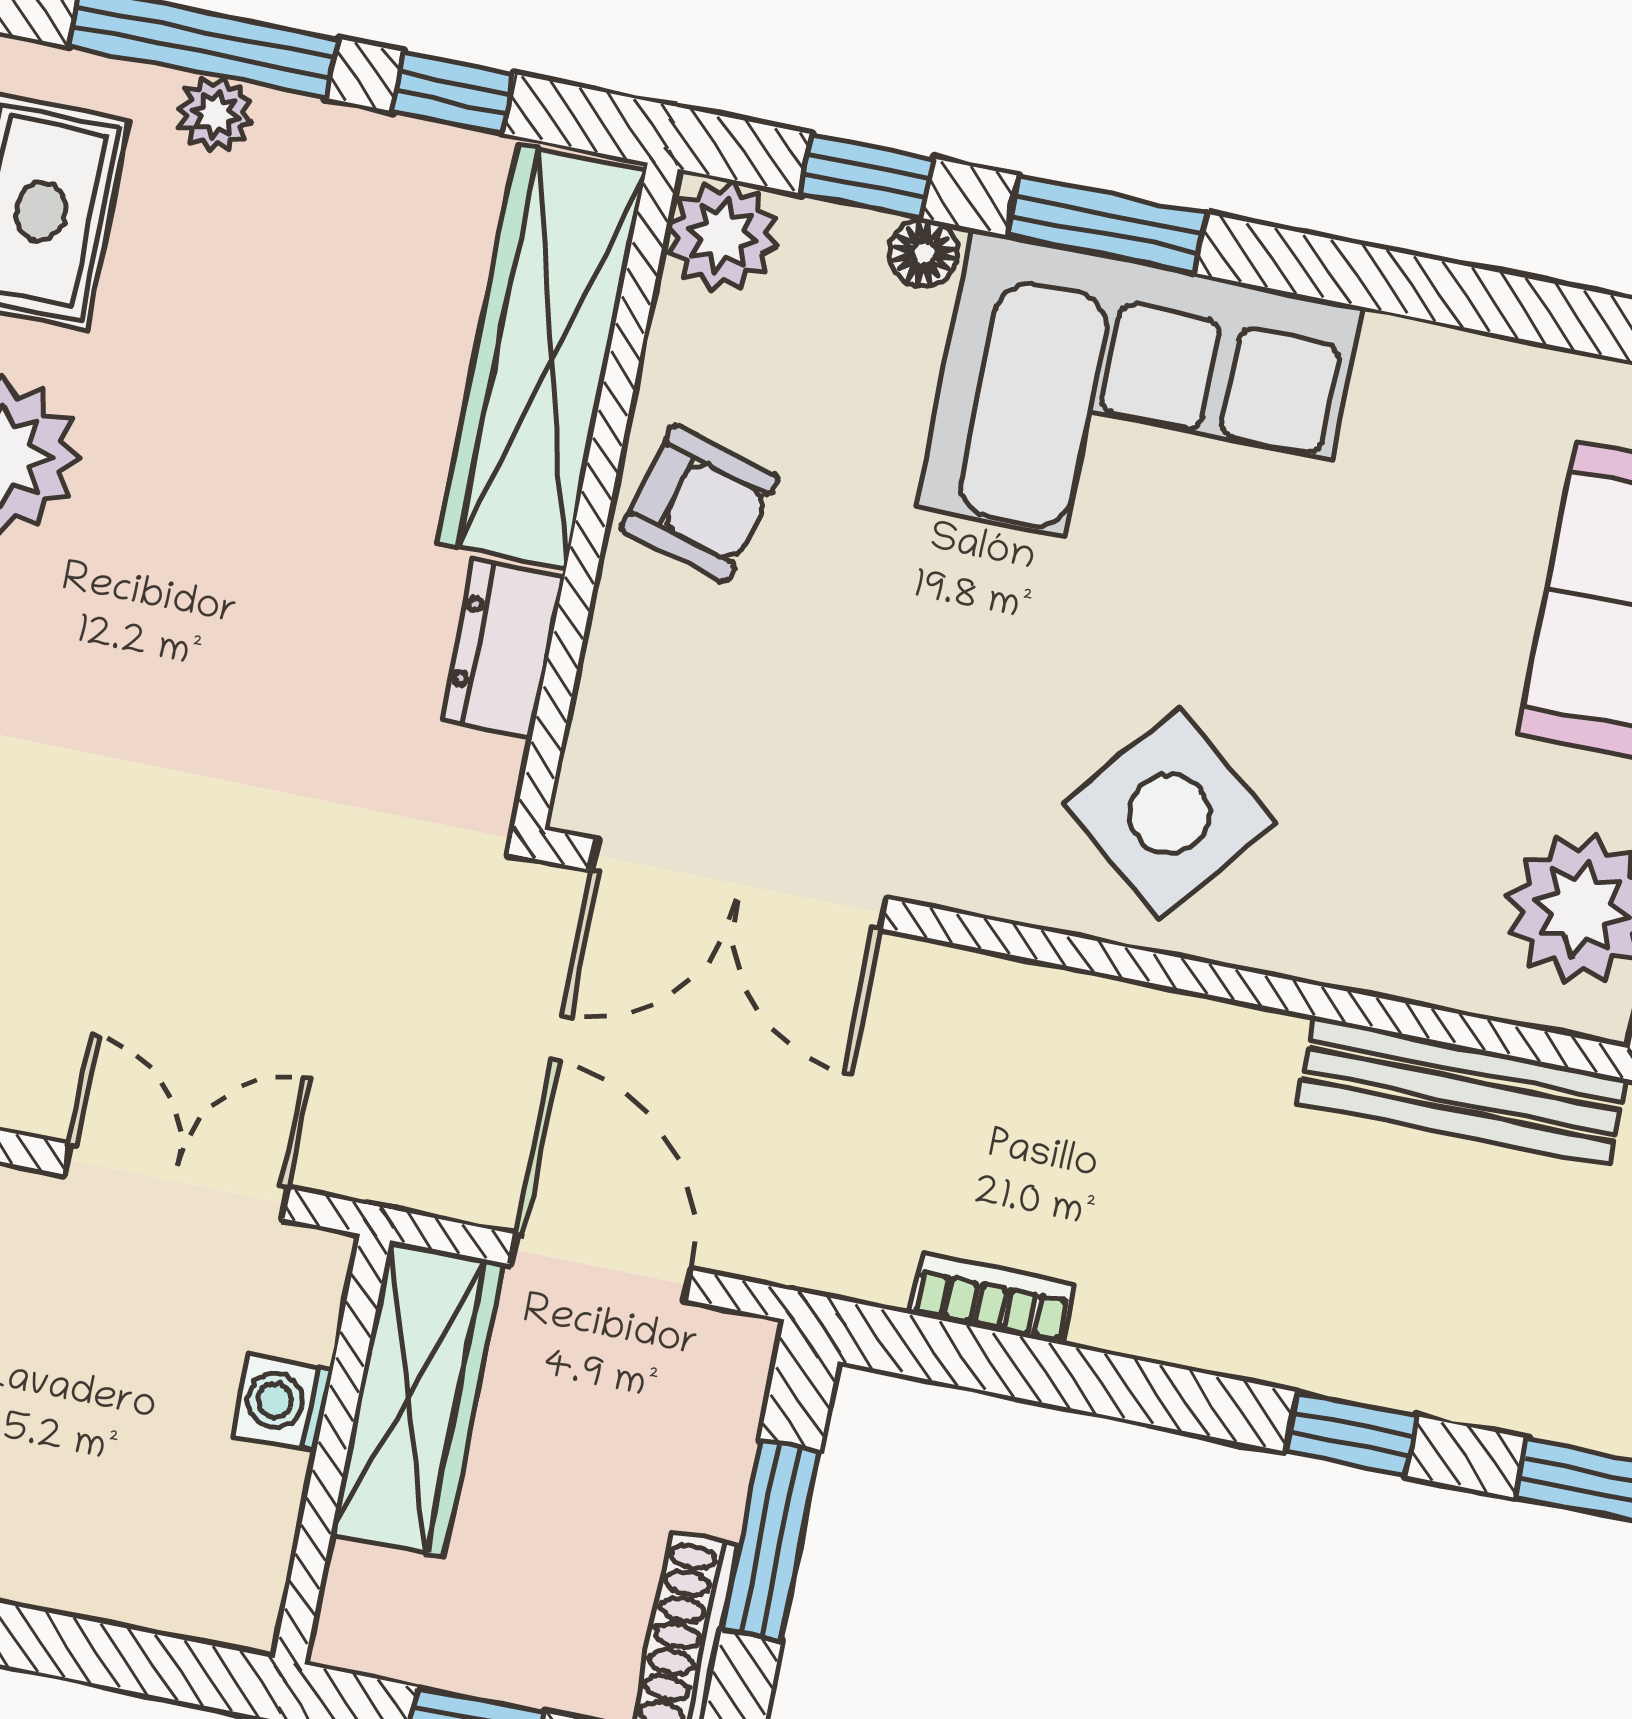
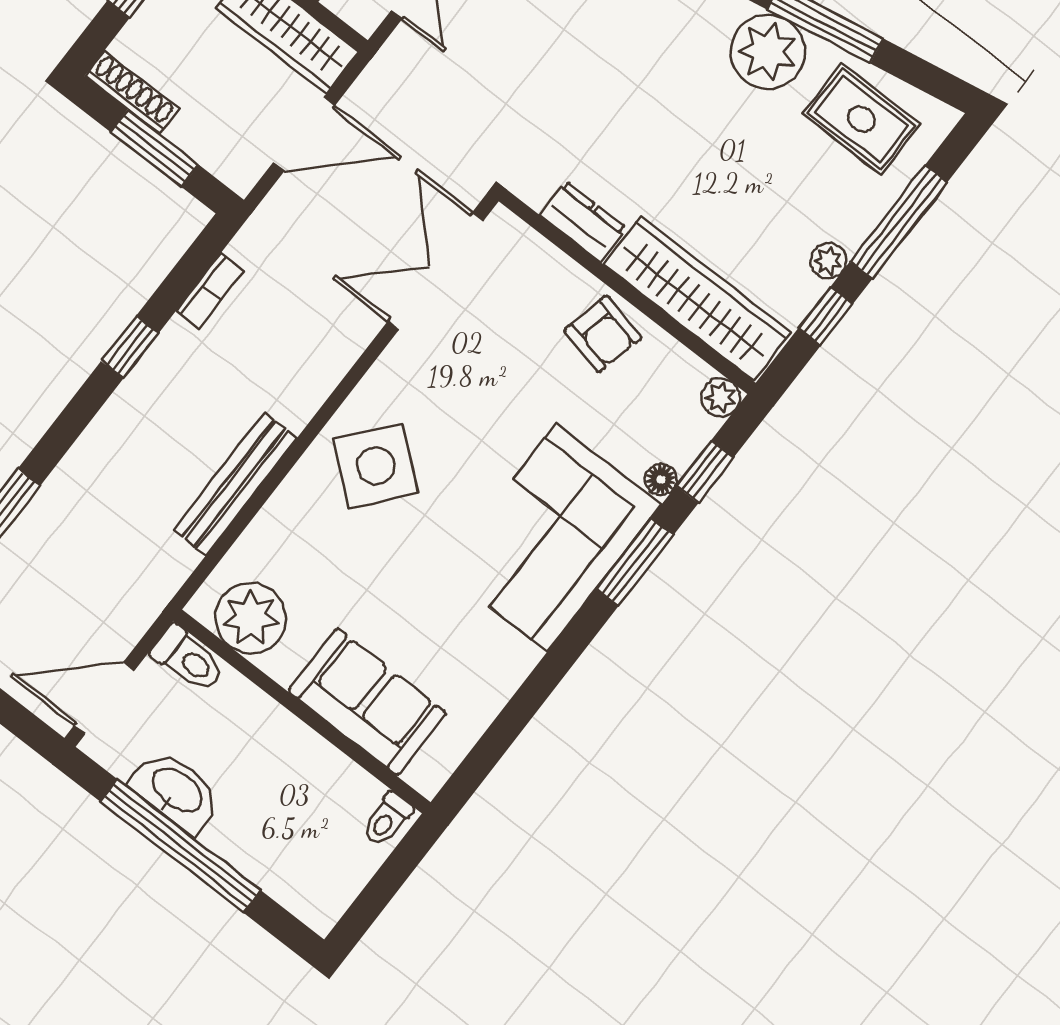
plant: (215, 114) -> (828, 261), moved
plant: (722, 235) -> (720, 397), width x0.73, depth x0.73
armchair: (700, 503) -> (603, 334), turned -92
bench: (1462, 1091) -> (235, 484), moved
window: (1351, 1434) -> (130, 347), moved

